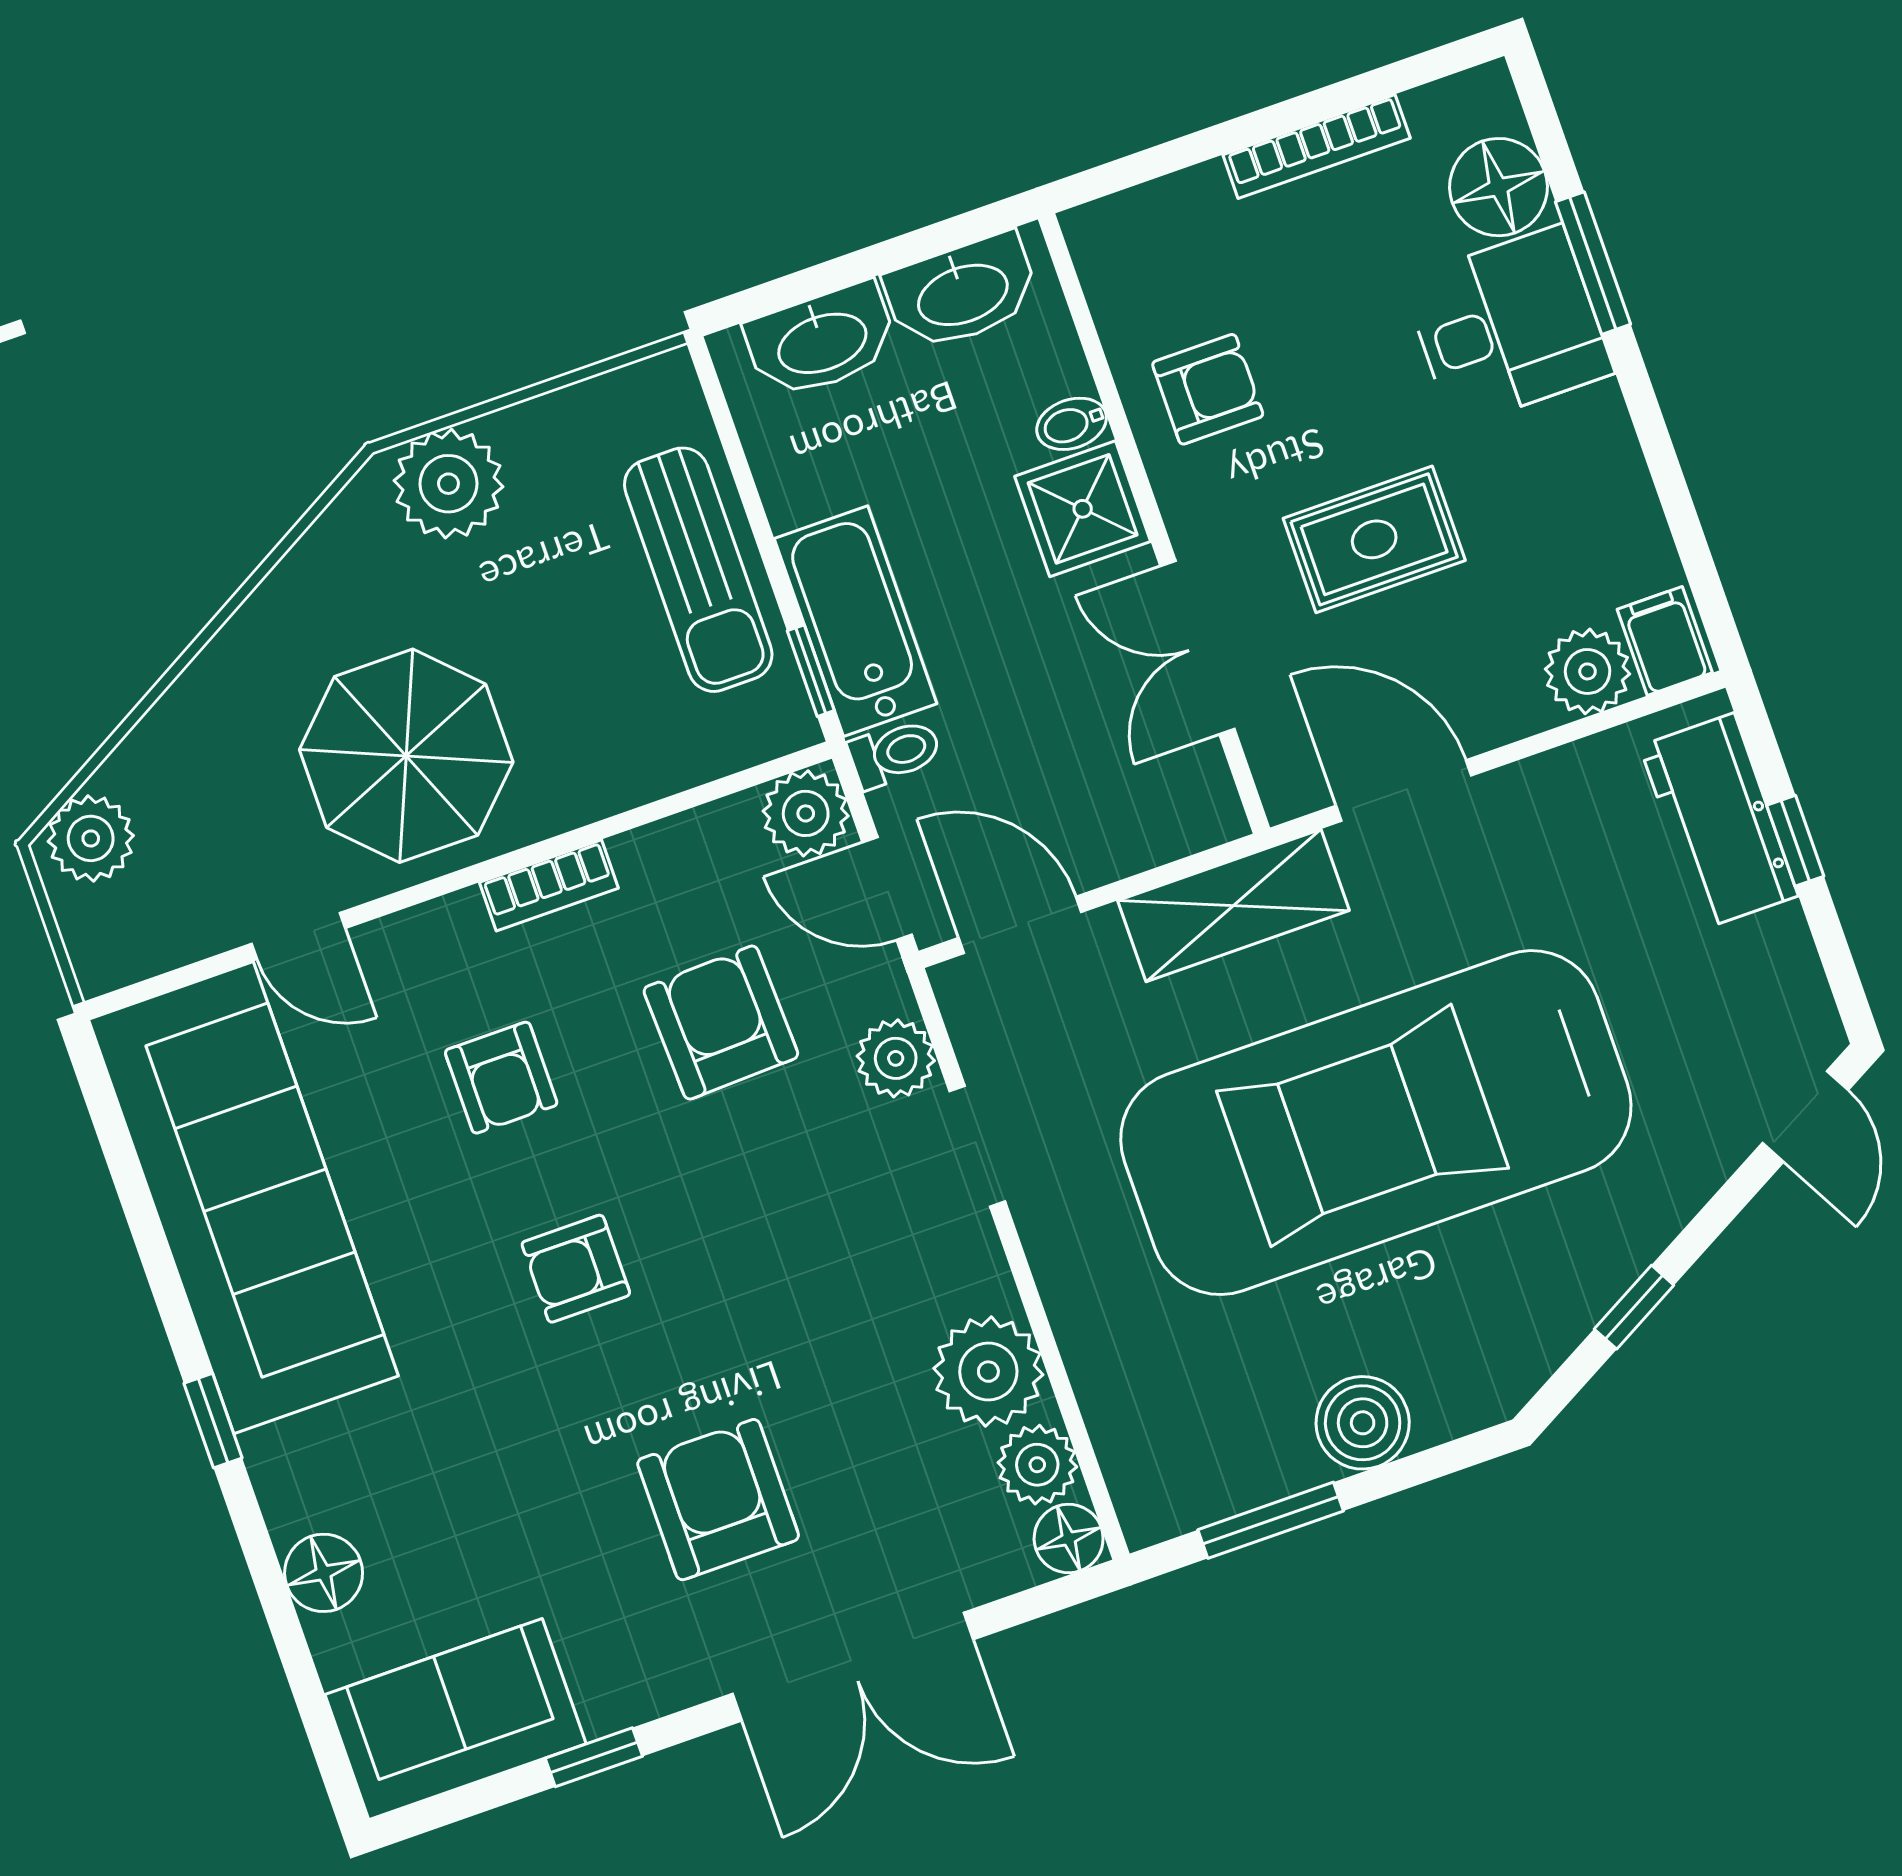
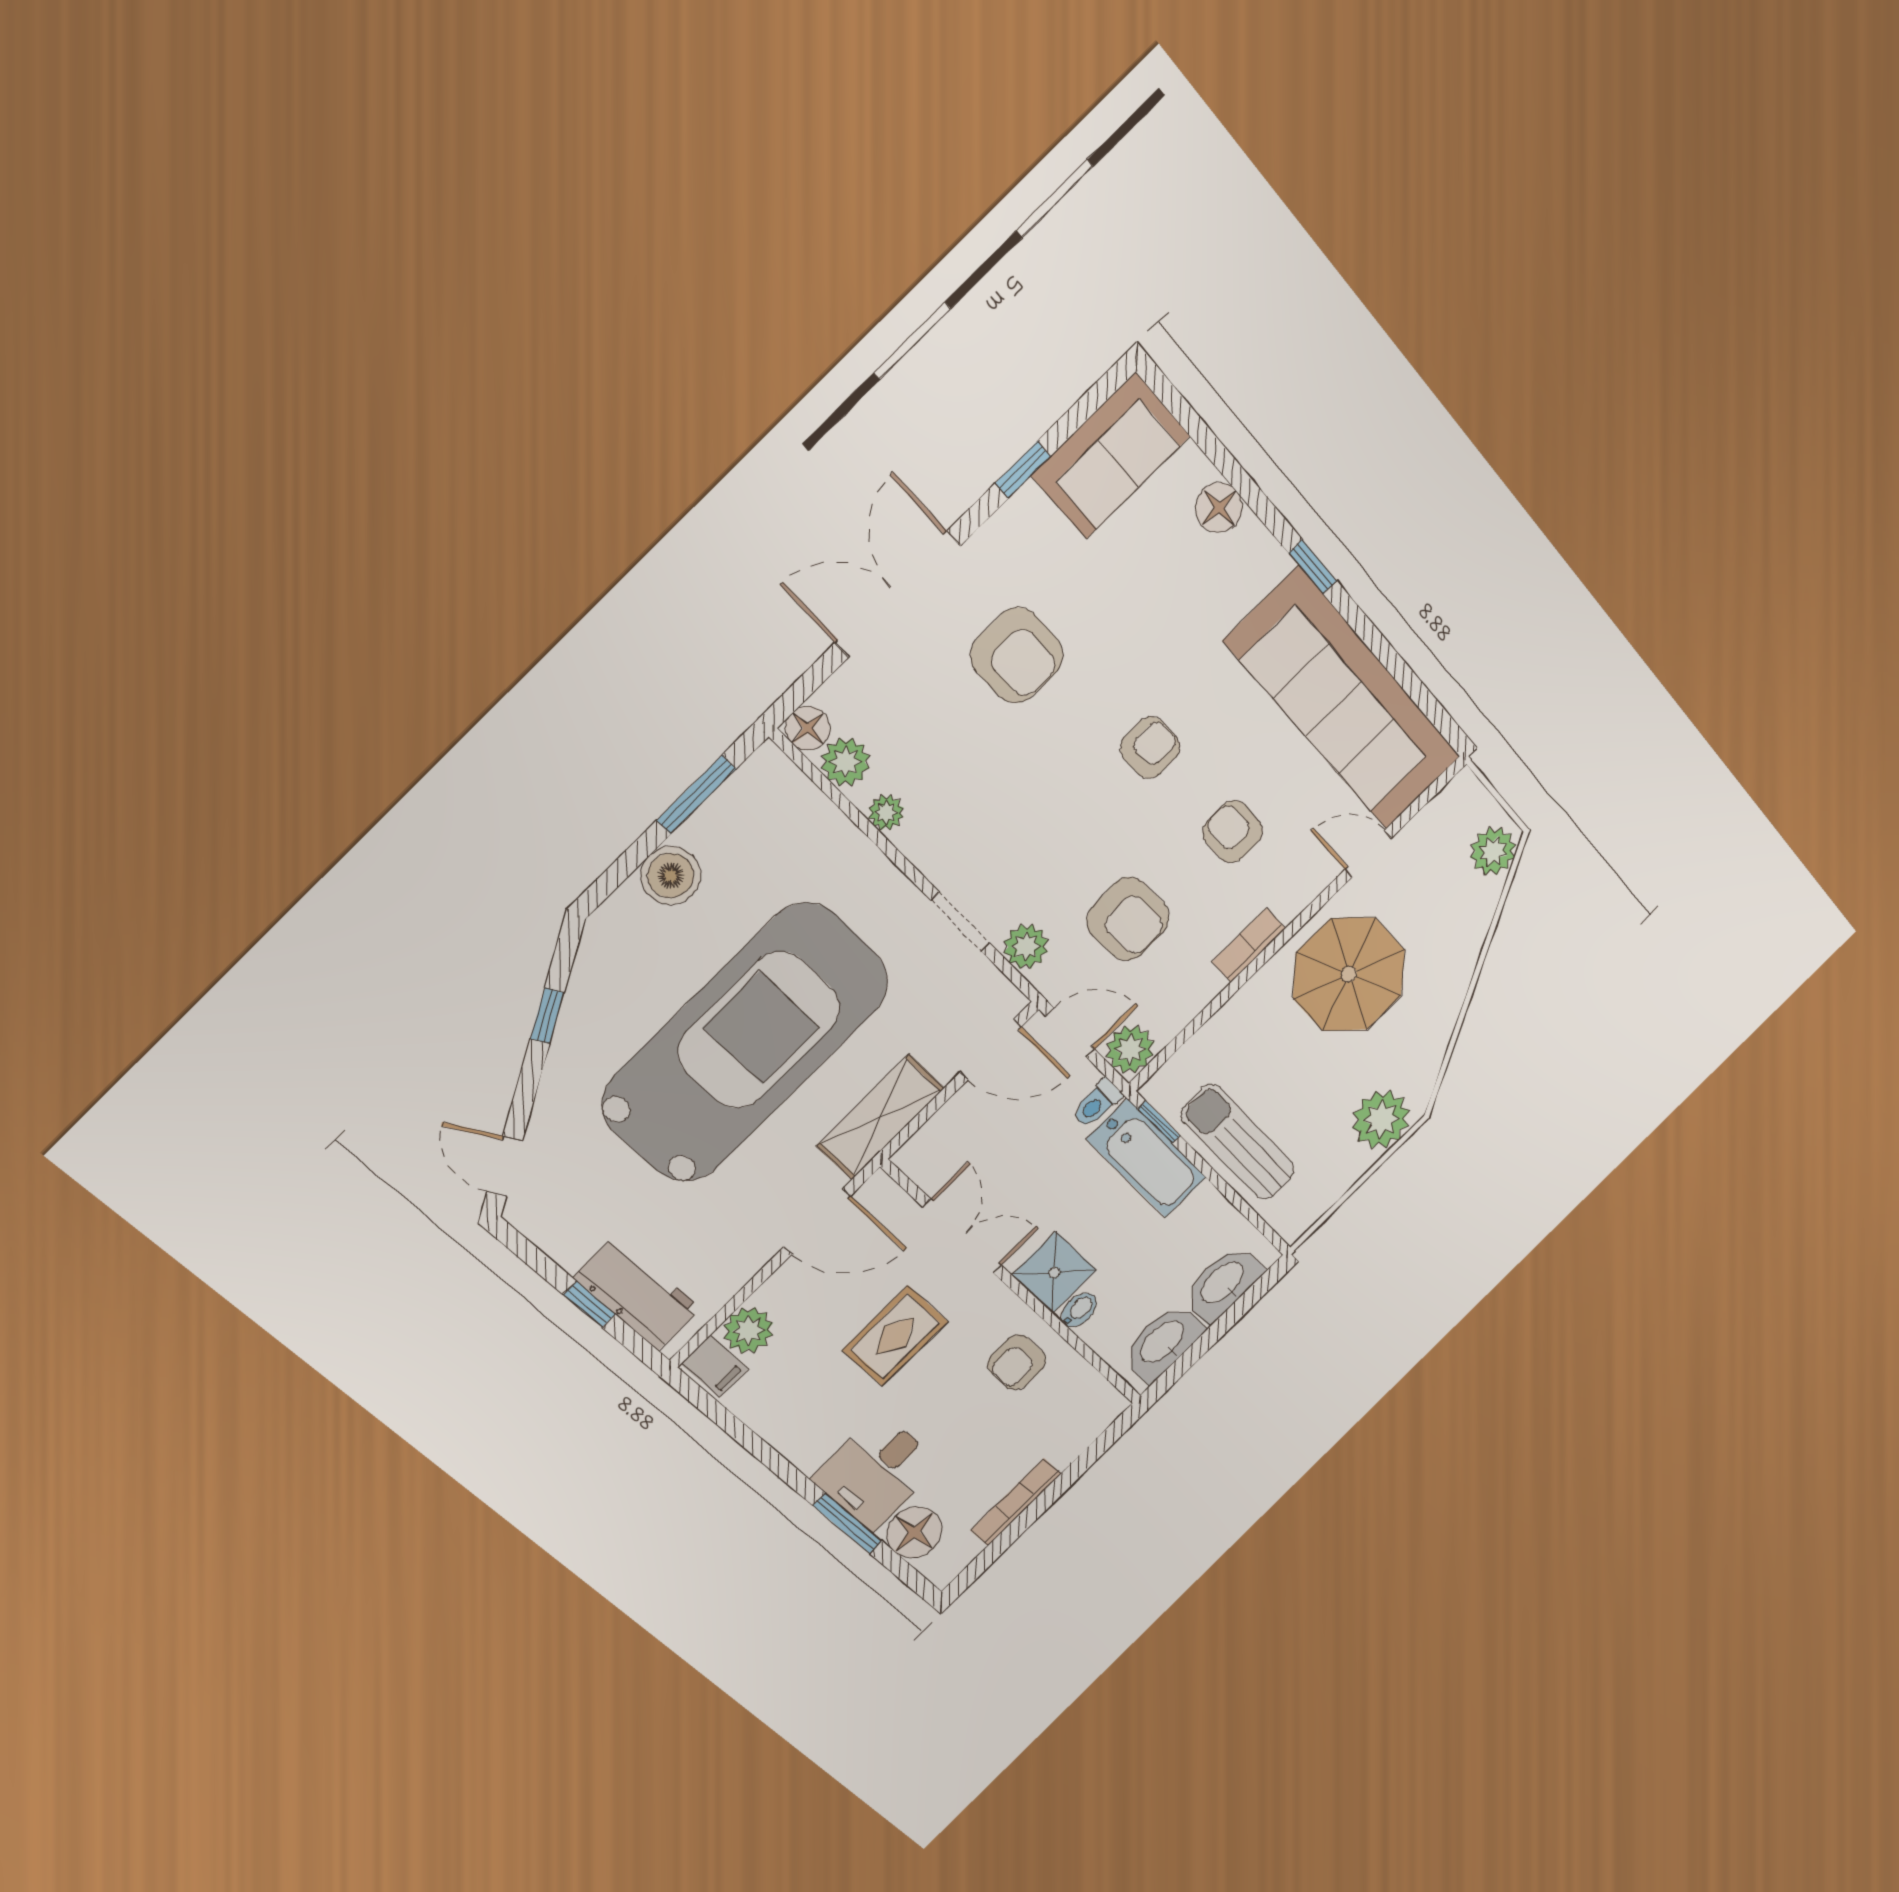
plant: (988, 1372) -> (886, 812), width x0.53, depth x0.53

